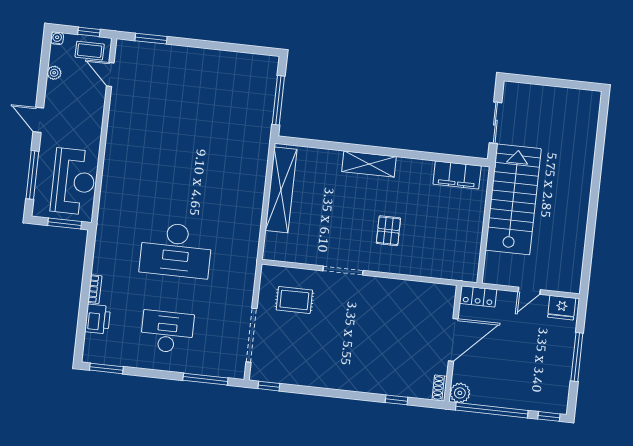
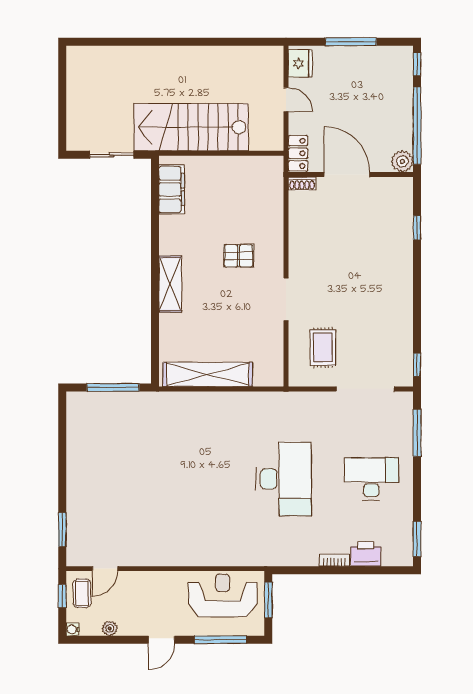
desk: (167, 332) -> (371, 479), turned 90
shoe rack: (440, 388) -> (302, 183), moved

